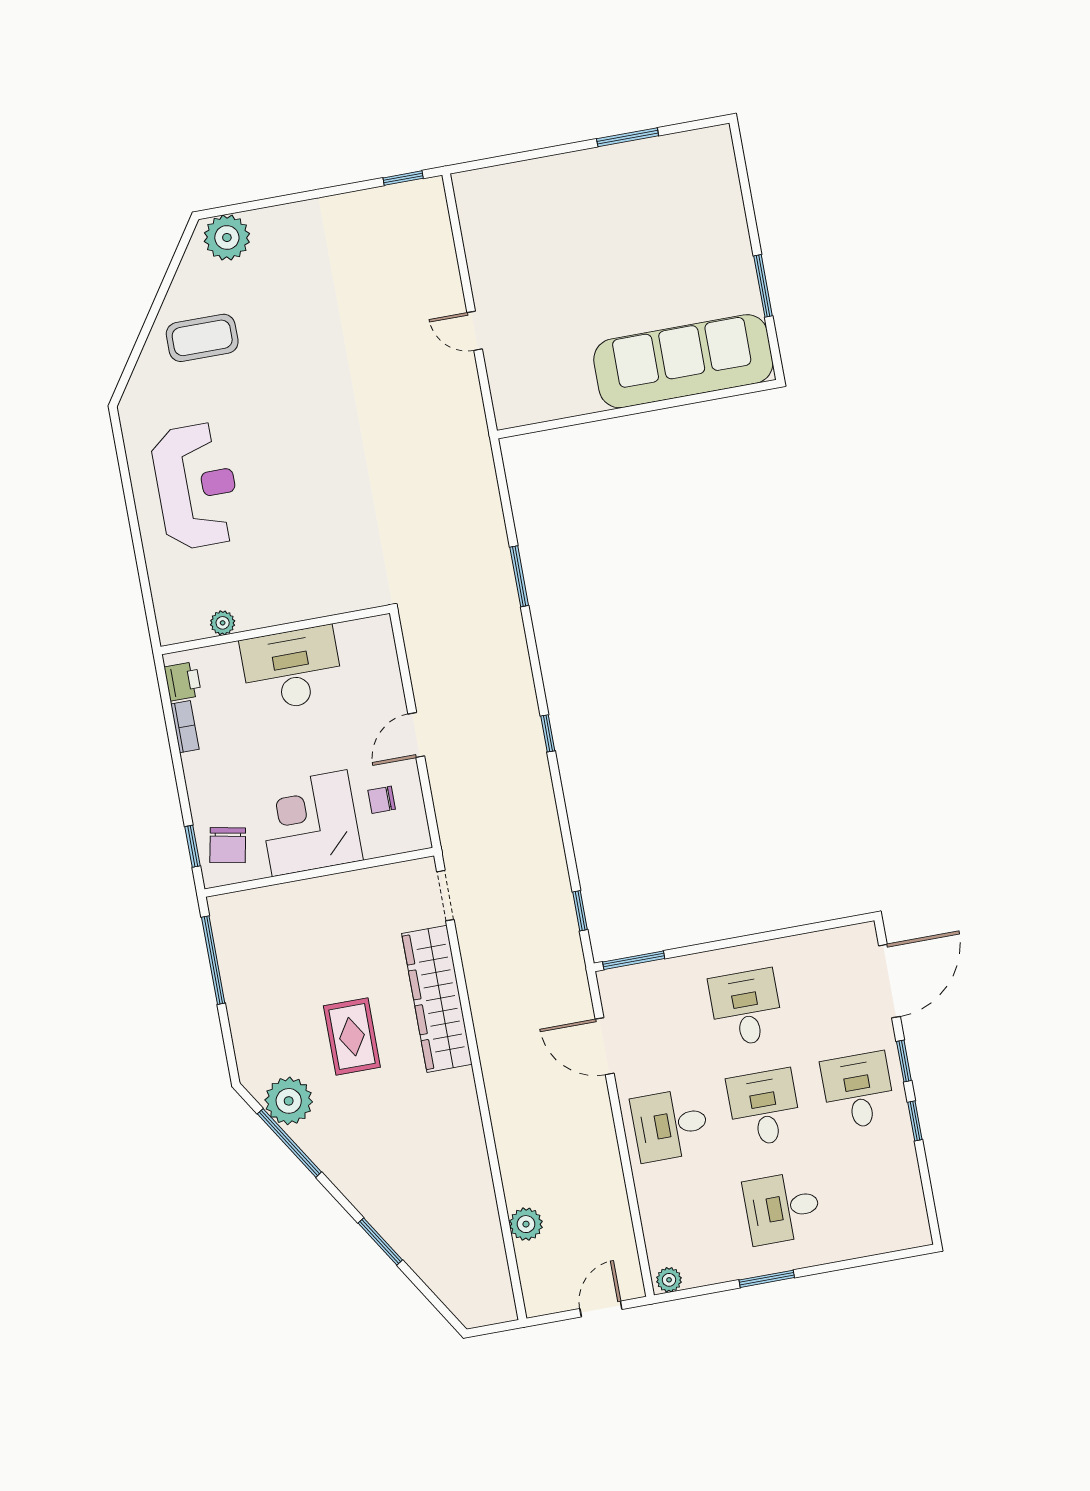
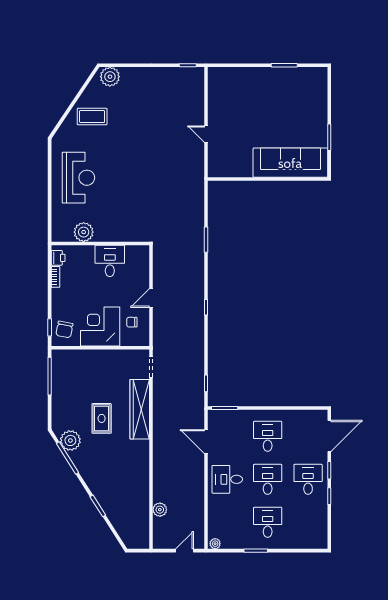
plant: (223, 623) -> (84, 232), width x1.88, depth x1.88
desk: (292, 669) -> (110, 261), width x0.73
desk: (782, 1208) -> (268, 522), turned 90

